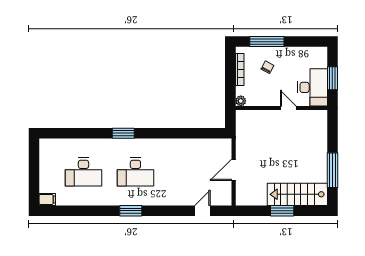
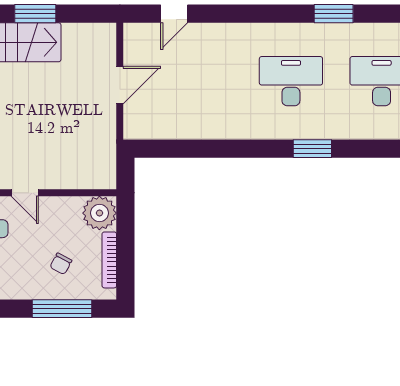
plant: (241, 101) -> (99, 213), width x1.87, depth x1.87
window: (131, 211) -> (334, 14), moved

